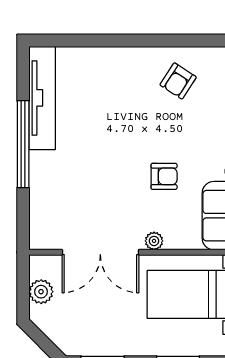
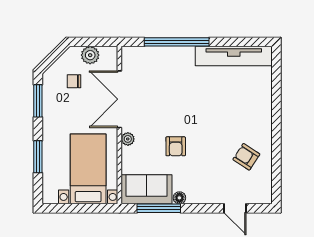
window: (23, 144) -> (177, 42), moved
chair: (76, 313) -> (74, 81), added

